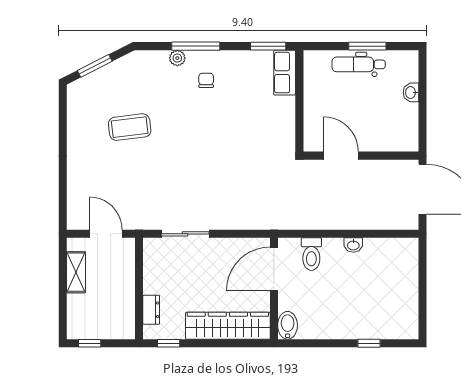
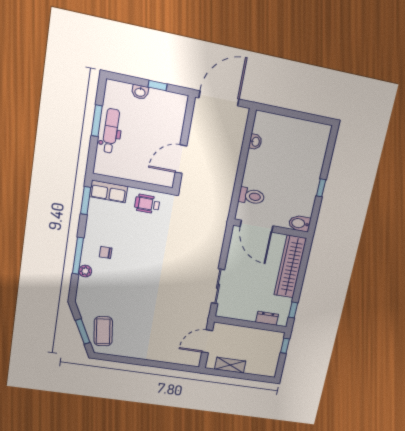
dental chair: (359, 64) -> (111, 131), turned 180
window: (423, 112) -> (158, 86), added
wheelchair: (278, 123) -> (147, 204), added
coffee table: (130, 127) -> (103, 331), moved
washbasin: (353, 245) -> (255, 142), moved
window: (90, 343) -> (285, 346), moved
window: (369, 343) -> (321, 188), moved

